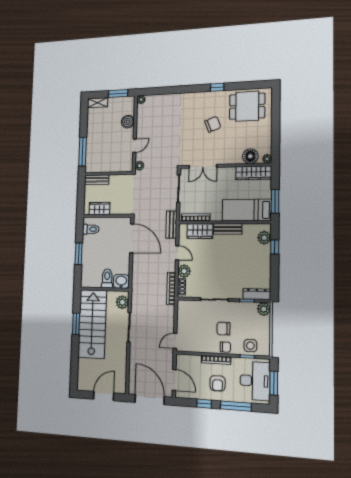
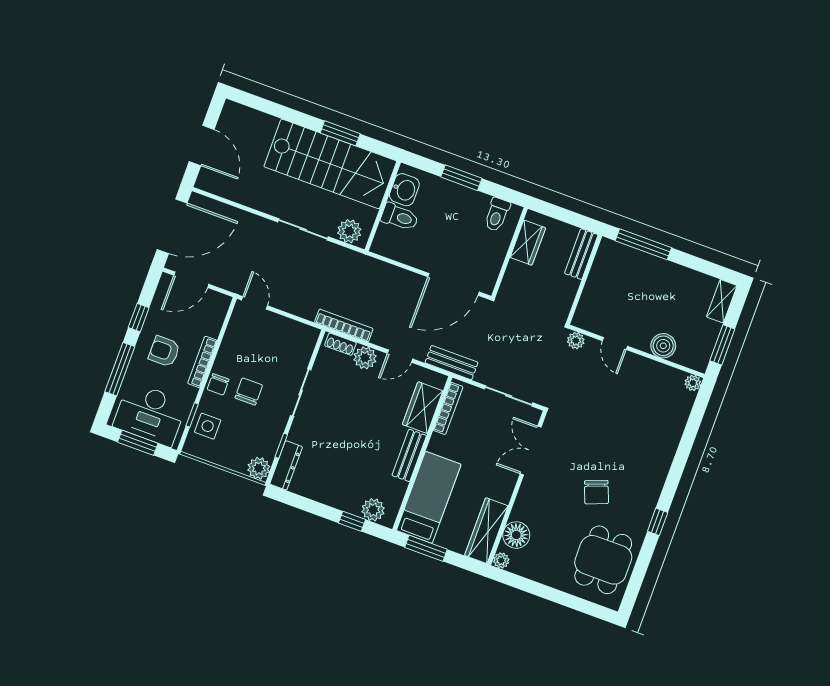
washbasin: (121, 281) -> (404, 190), moved

